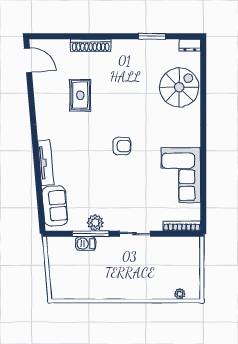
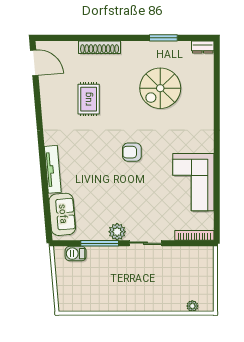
spiral stairs: (179, 87) -> (160, 88), moved, turned 180
armchair: (122, 146) -> (132, 152), turned 180
plant: (95, 223) -> (117, 232), moved
barbecue: (86, 244) -> (76, 254), moved

